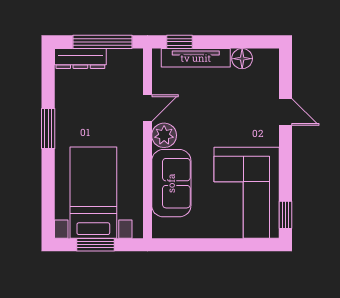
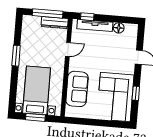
dresser: (80, 58) -> (55, 23), moved
plant: (164, 135) -> (75, 64), removed
window: (286, 215) -> (136, 93), moved

